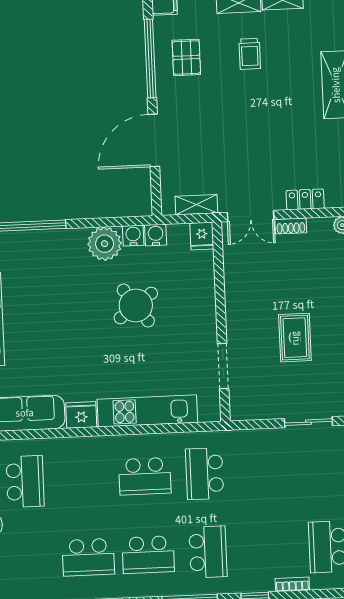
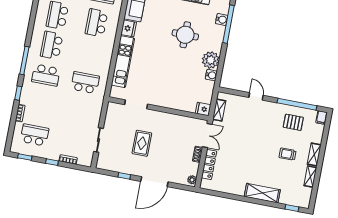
door: (154, 140) -> (256, 96), width x0.53
locker: (305, 199) -> (209, 164), width x1.53
double door: (251, 216) -> (207, 136), swing flipped
water cooler: (156, 235) -> (222, 20), moved
round table: (136, 305) -> (185, 35), moved, turned 36
rug: (295, 338) -> (142, 143), turned 90
school desk: (145, 476) -> (96, 23), moved

